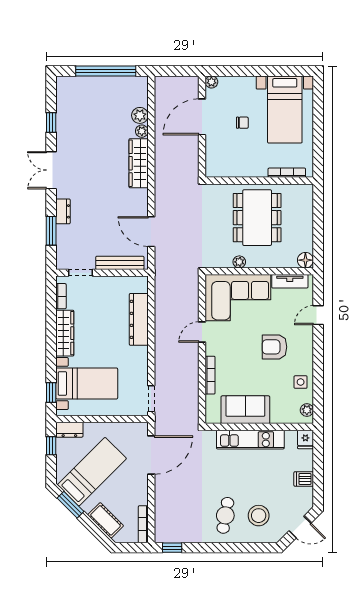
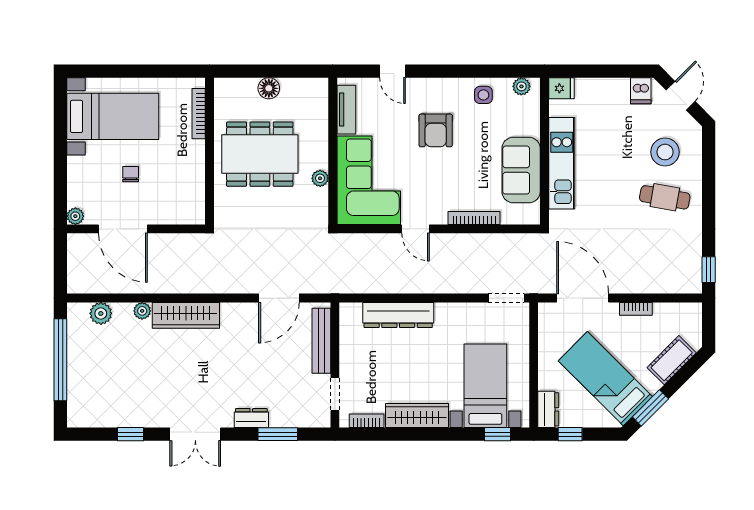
plant: (140, 115) -> (101, 313), moved
floor lamp: (305, 260) -> (269, 88), moved
dishwasher: (304, 479) -> (641, 91), moved
bookcase: (143, 524) -> (636, 309), moved, width x0.64

